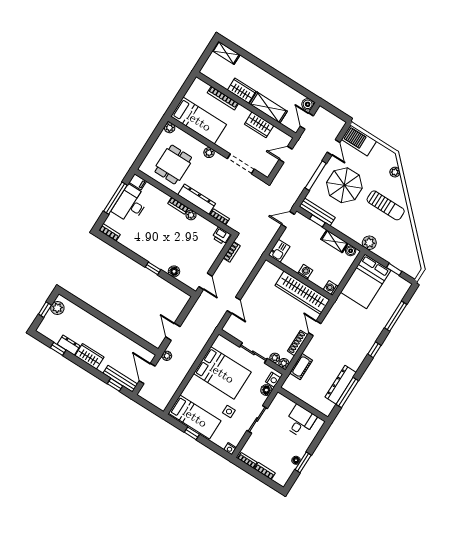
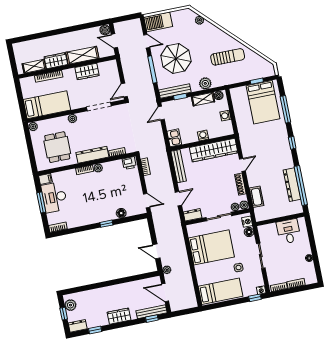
shelving: (226, 53) -> (34, 66), moved
door: (286, 154) -> (124, 90), moved
window: (115, 198) -> (41, 202), width x0.69
sun lounger: (386, 205) -> (228, 57), moved
plant: (369, 243) -> (205, 83), moved
bench: (260, 278) -> (179, 166), added
bed: (366, 281) -> (263, 102), moved
washing machine: (331, 288) -> (225, 116), moved
door: (234, 305) -> (178, 199), hinge flipped
door: (315, 328) -> (242, 165), swing flipped
dresser: (233, 330) -> (193, 215), added
dresser: (69, 345) -> (78, 326), moved
window: (347, 393) -> (301, 186), width x1.46
window: (192, 433) -> (255, 298), moved
window: (303, 462) -> (315, 255), removed

